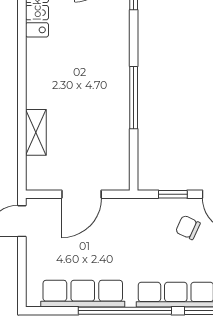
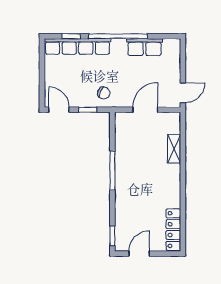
chair: (188, 227) -> (104, 93), moved
row of seats: (83, 294) -> (144, 47), width x0.68

